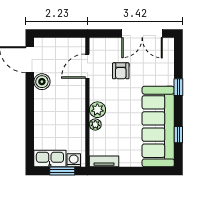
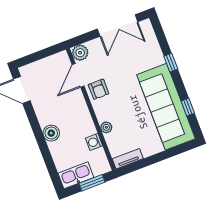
armchair: (121, 71) -> (99, 89), moved
boiler: (42, 82) -> (51, 133), moved
plant: (97, 110) -> (80, 53), moved
washing machine: (74, 160) -> (94, 142), moved, turned -90

